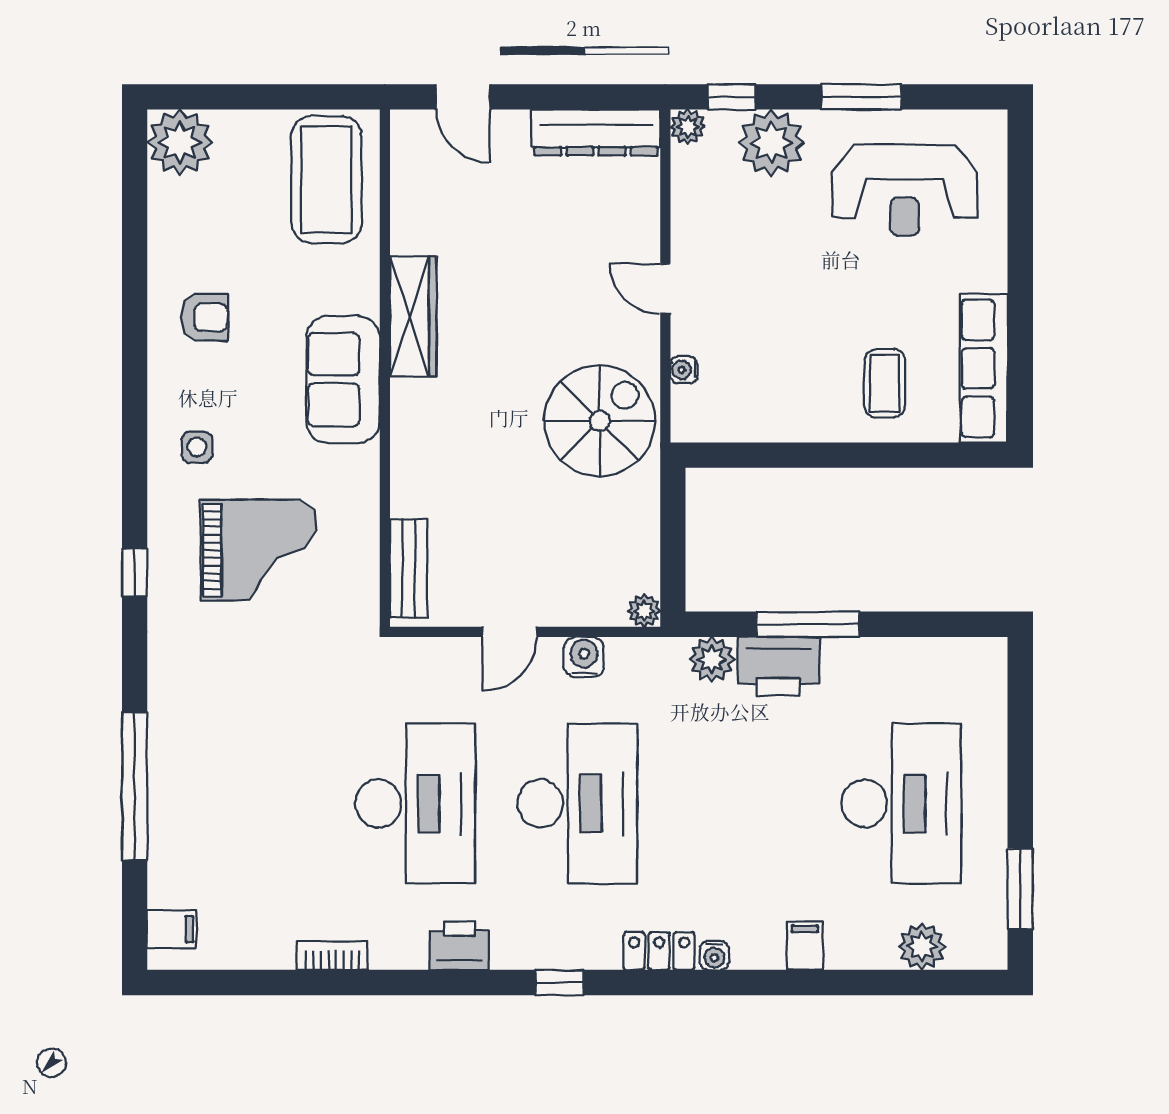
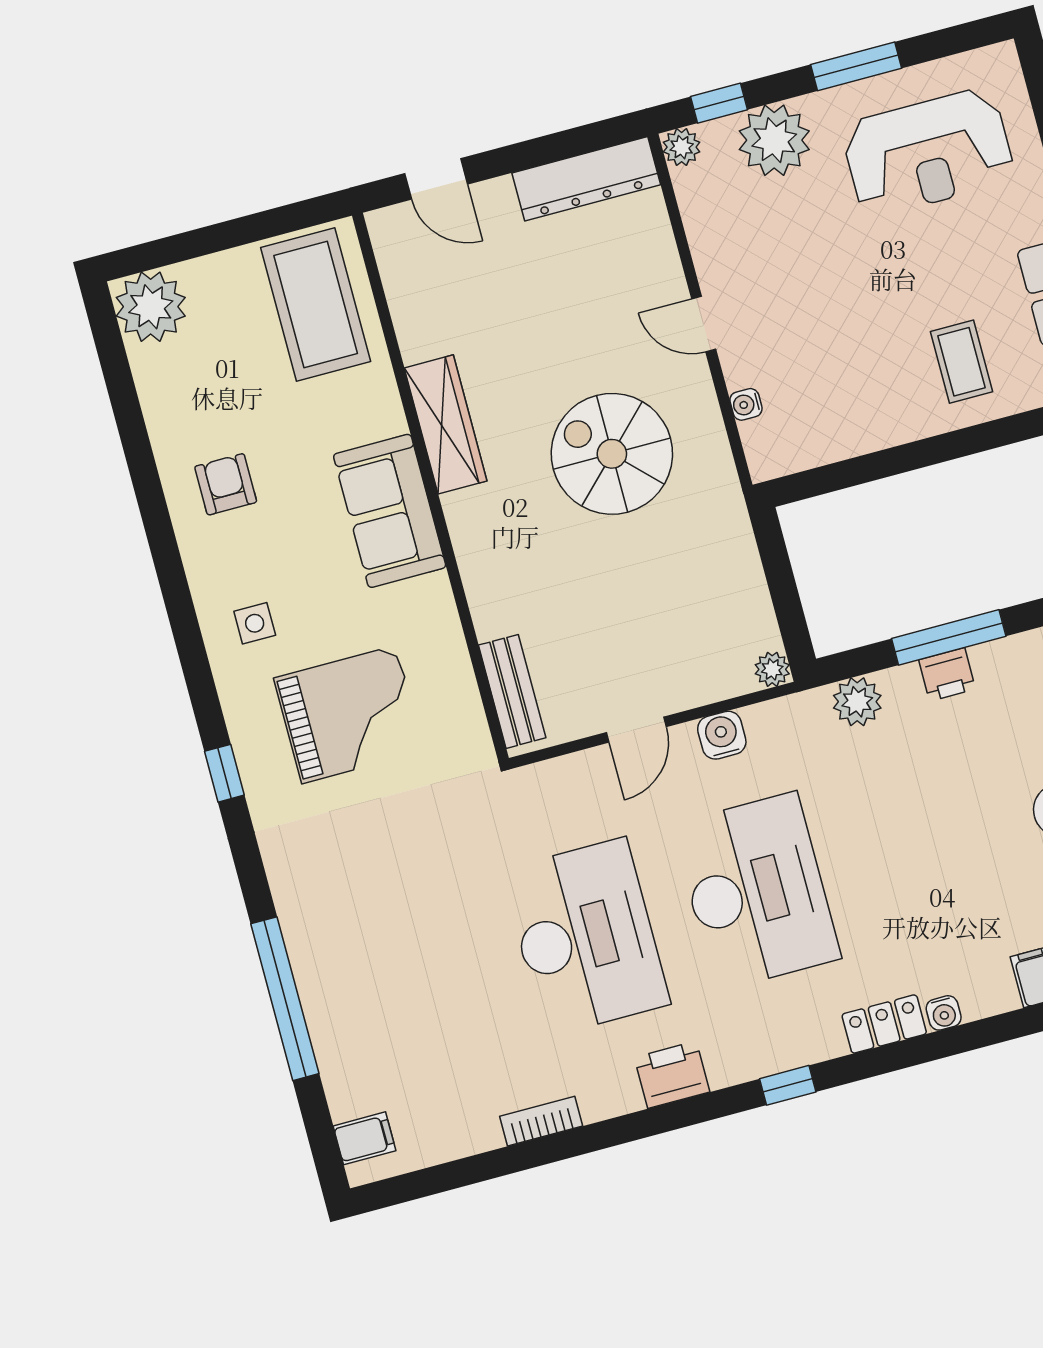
armchair: (204, 317) -> (226, 484), turned -90
spiral stairs: (600, 421) -> (612, 454), moved, turned -90
printer: (779, 666) -> (947, 674), width x0.53, depth x0.68

